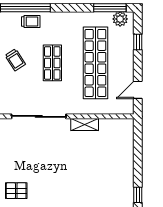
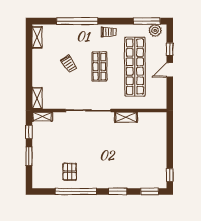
trolley: (31, 21) -> (109, 32), moved
door: (138, 90) -> (170, 70), moved
pallet: (16, 191) -> (70, 172), turned 90

